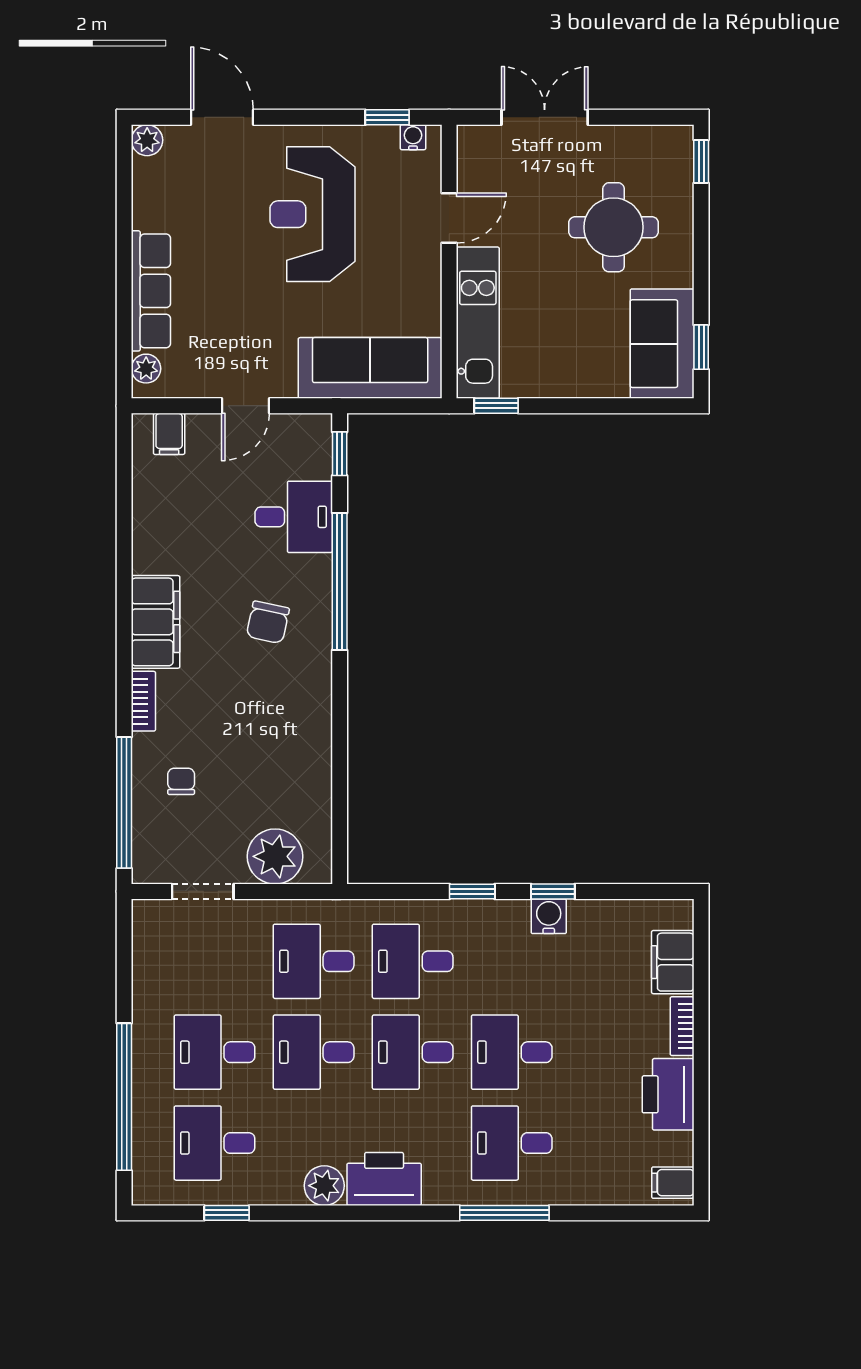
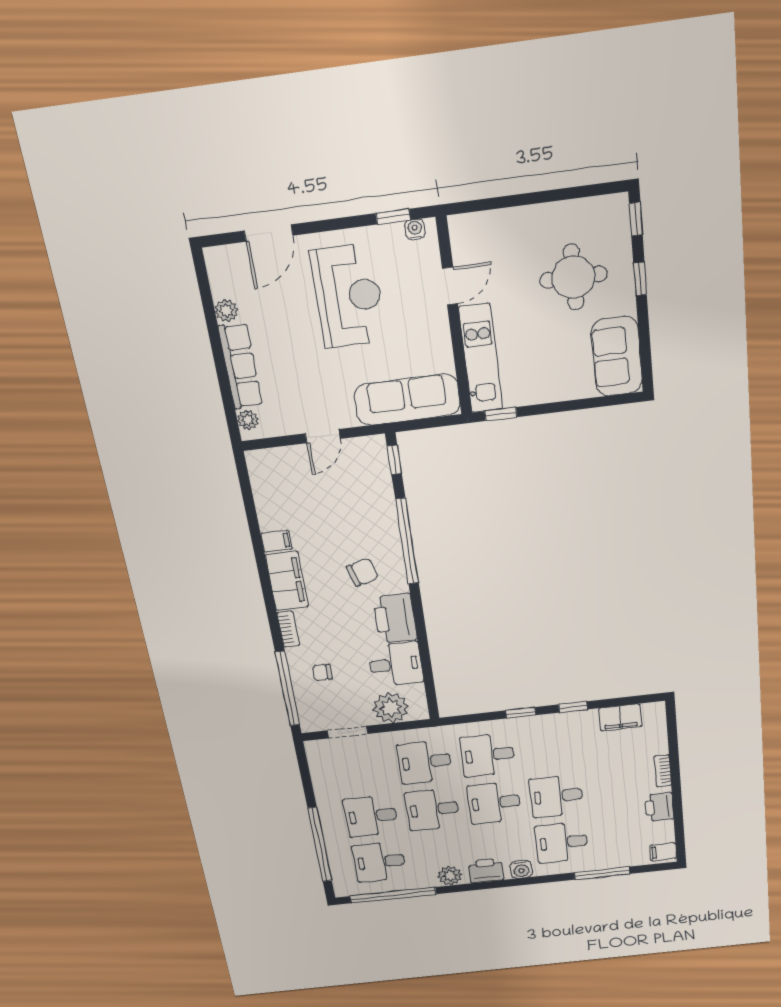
door: (222, 117) -> (269, 233), swing flipped
double door: (545, 117) -> (513, 201), removed
plant: (147, 140) -> (226, 311), moved
reception desk: (312, 214) -> (348, 296), turned 180
window: (701, 347) -> (640, 279), moved
filing cabinet: (169, 434) -> (277, 541), moved, turned -90
desk: (294, 517) -> (396, 664), moved
chair: (268, 622) -> (362, 572), turned -118
printer: (304, 704) -> (395, 618), added
chair: (181, 781) -> (322, 672), turned -90
water cooler: (549, 916) -> (521, 869), moved, turned 180
filing cabinet: (673, 962) -> (620, 718), moved, turned -90
printer: (668, 1094) -> (659, 807), width x0.73, depth x0.84
printer: (384, 1179) -> (486, 871), width x0.73, depth x0.84
window: (227, 1213) -> (393, 895), width x3.17
window: (504, 1213) -> (602, 873), moved

